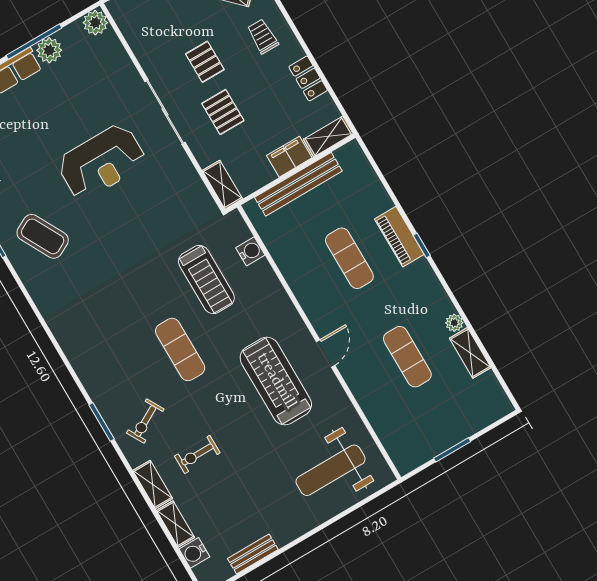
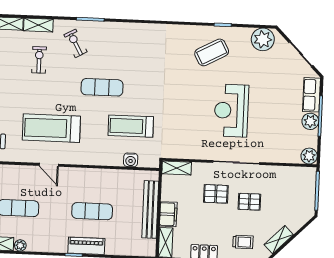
treadmill: (276, 381) -> (51, 128), turned 180

